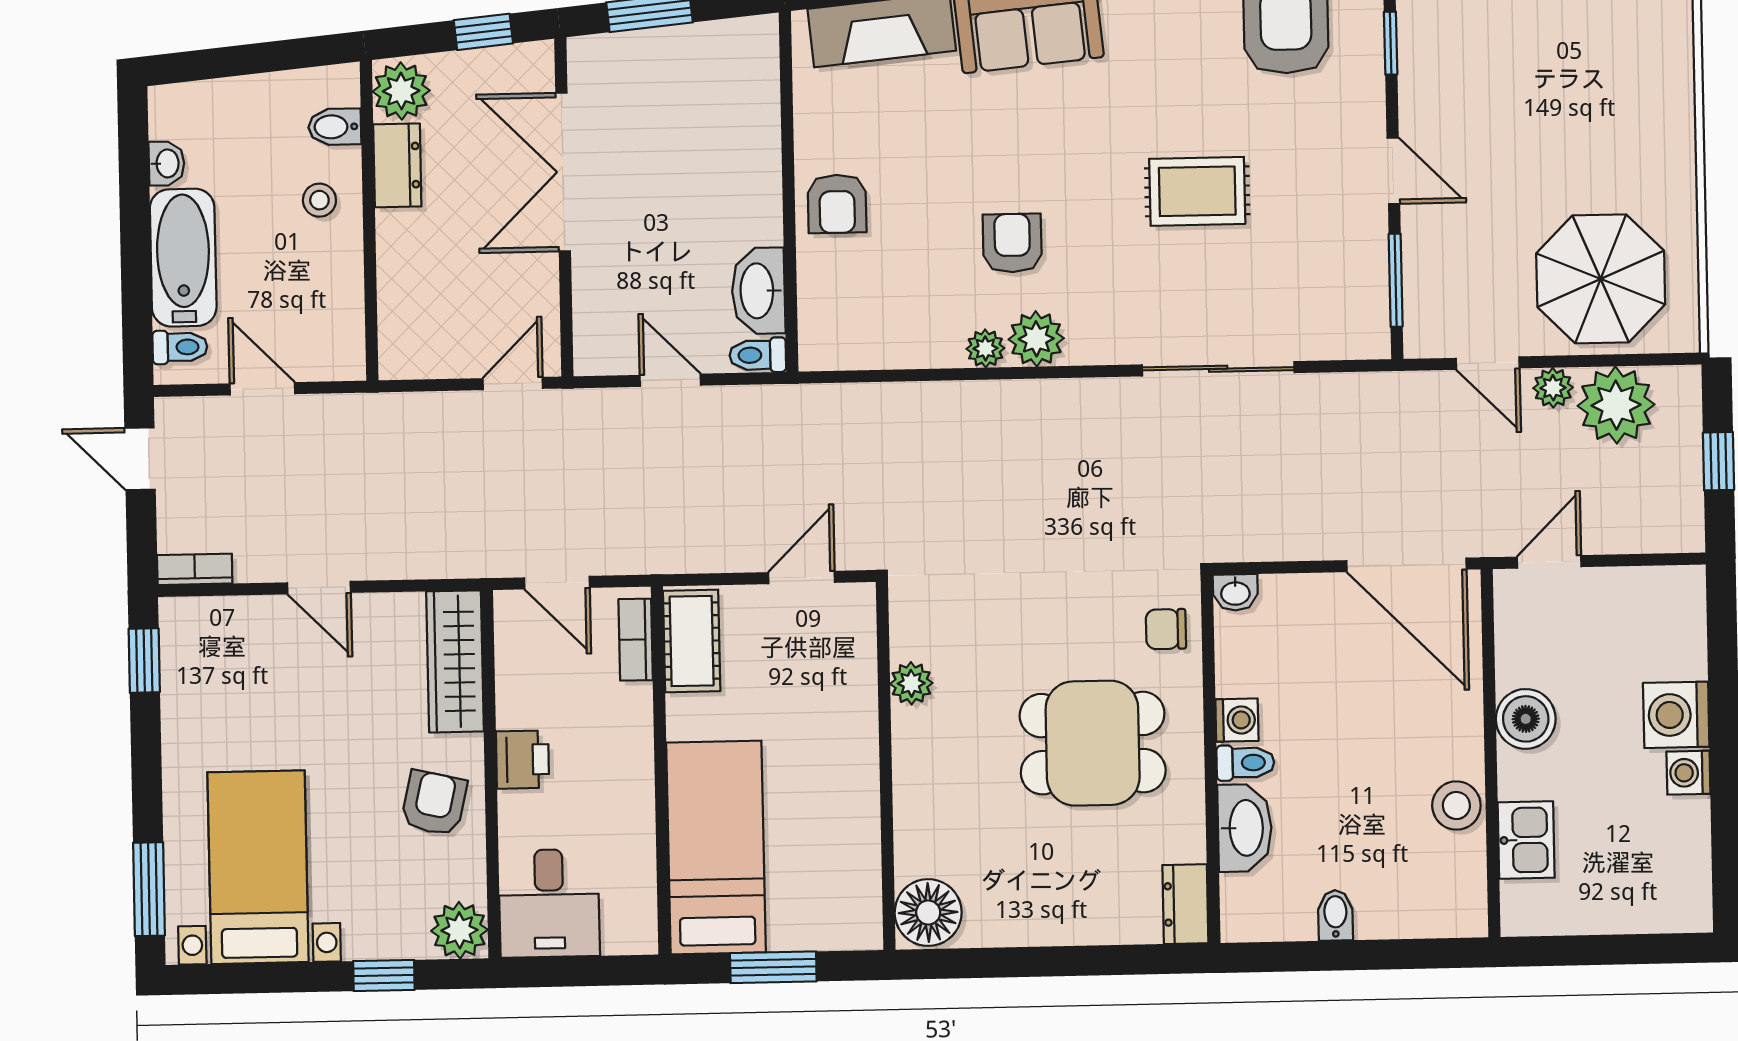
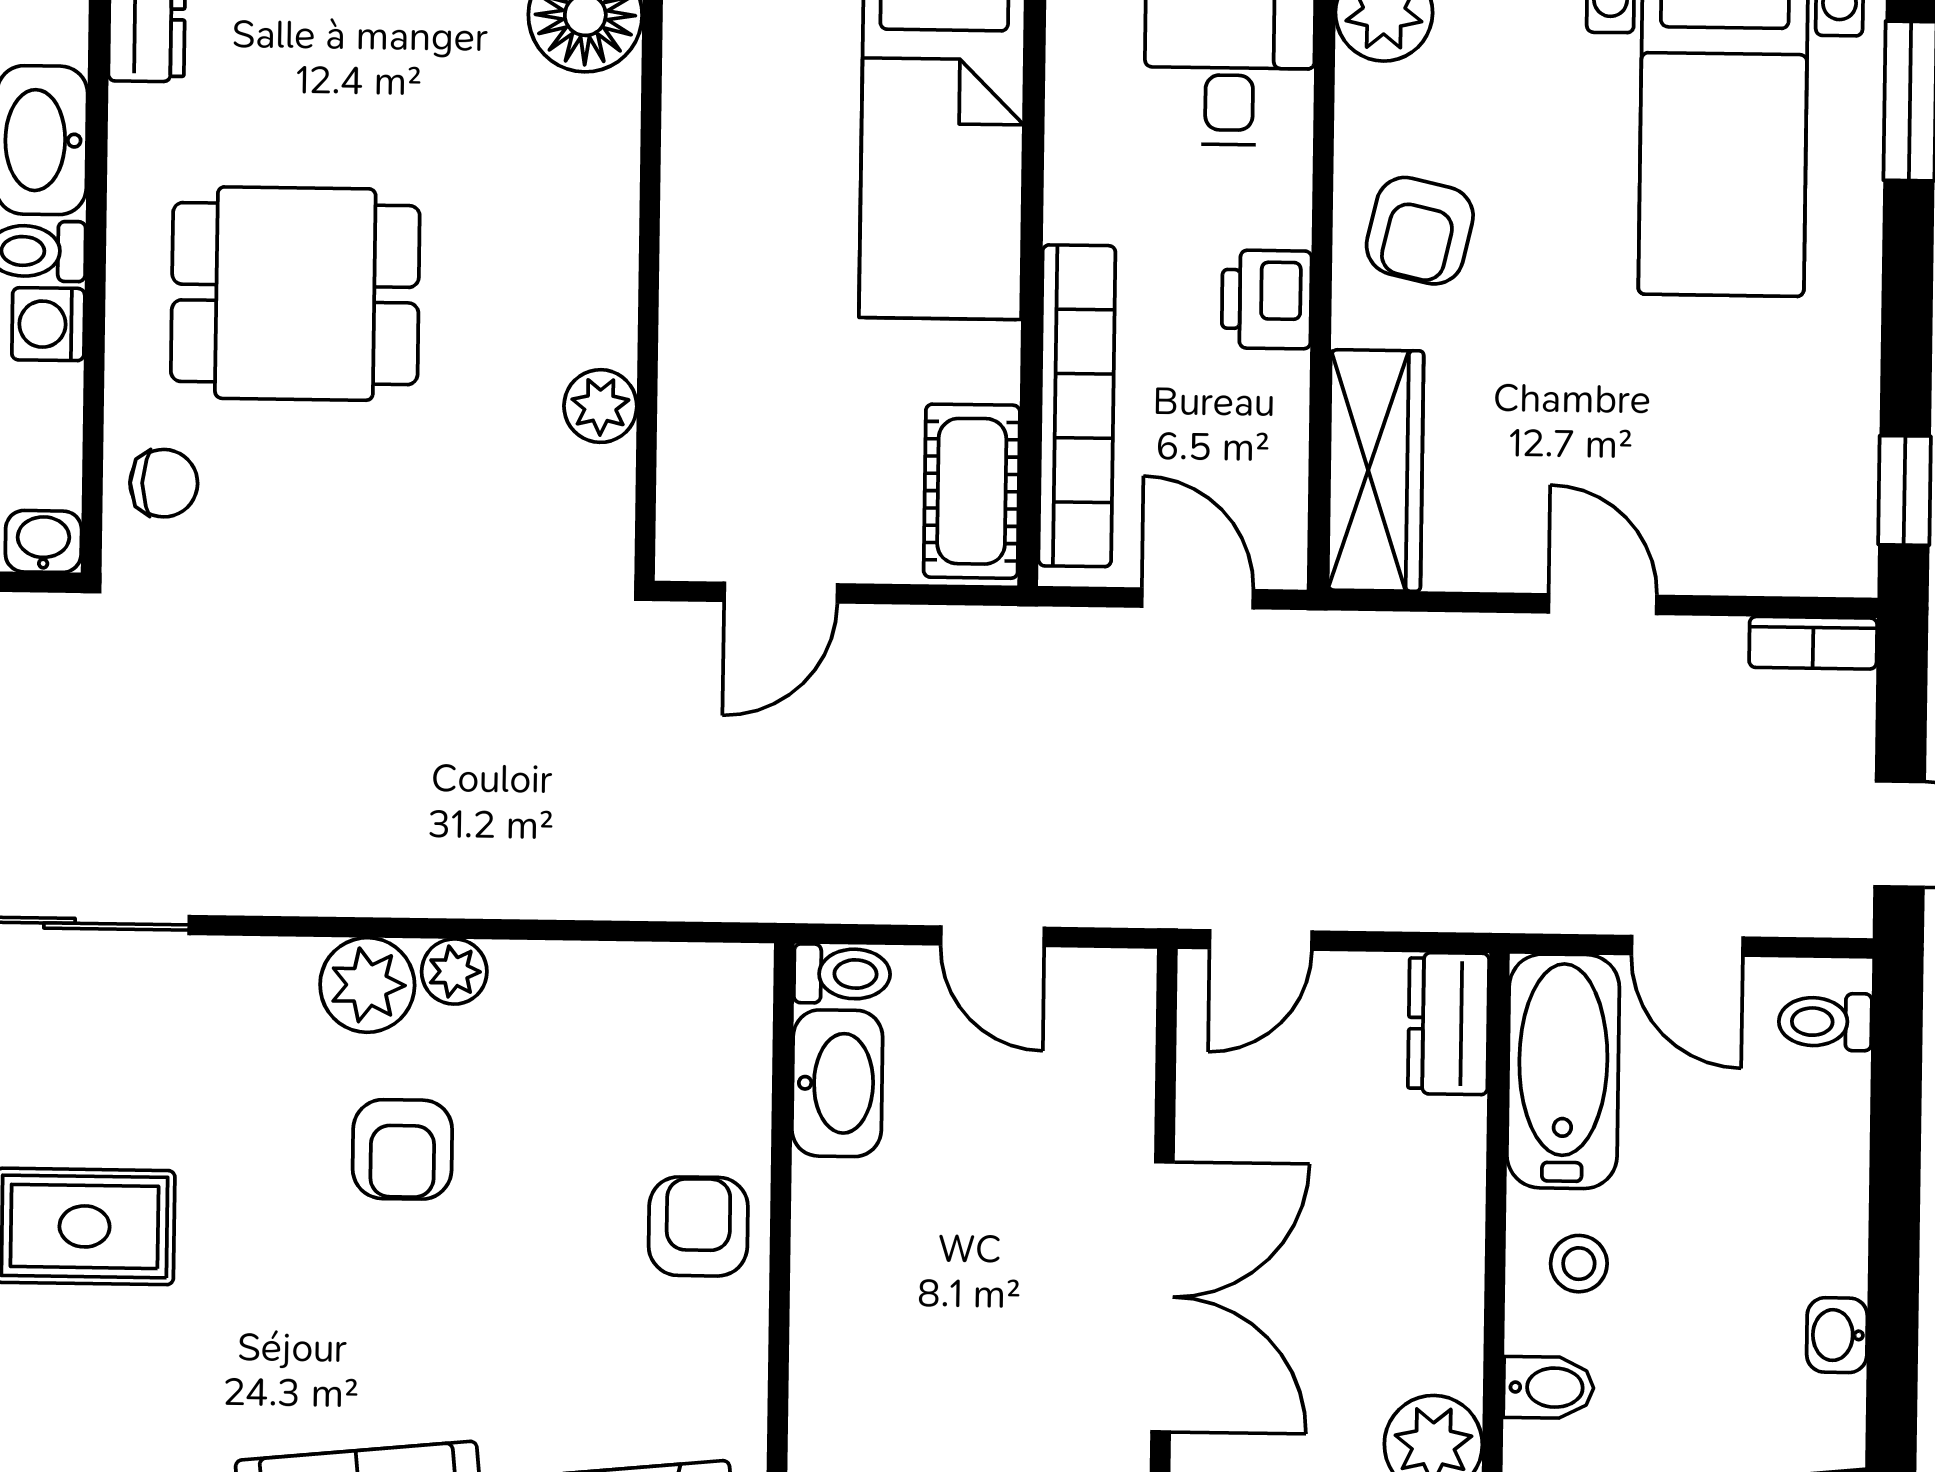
dresser: (397, 165) -> (1448, 1024), moved
bathtub: (183, 258) -> (1563, 1071), moved, turned 180
bookcase: (636, 640) -> (1077, 406), width x2.31, depth x1.31

